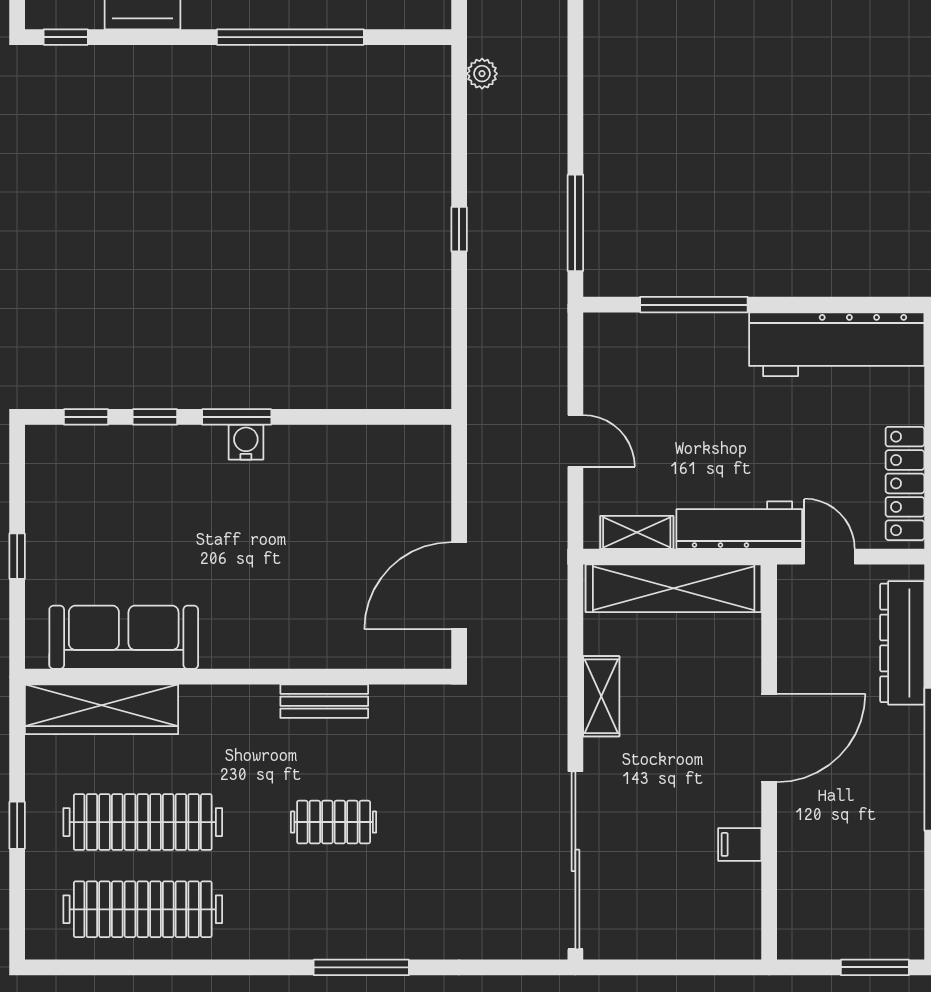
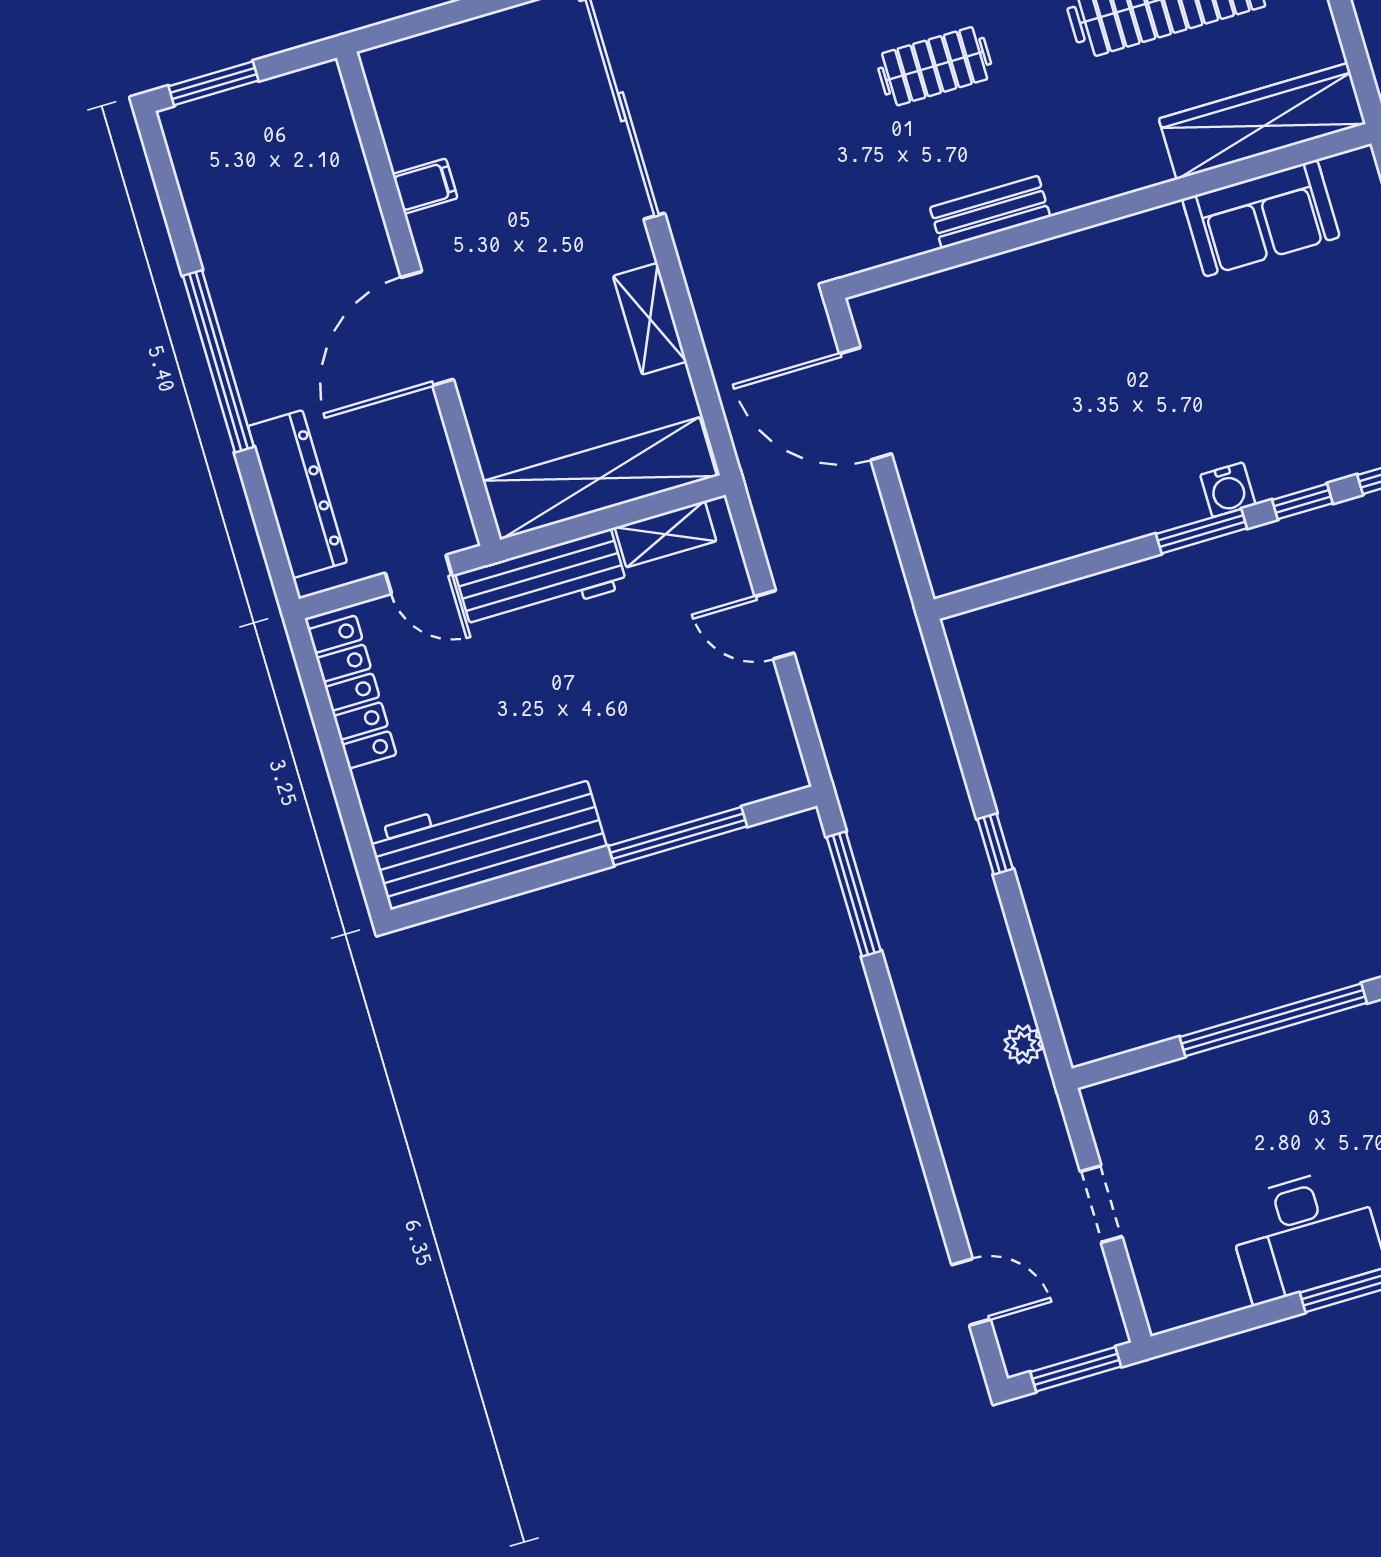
water cooler: (246, 442) -> (1228, 490), moved
door: (459, 586) -> (866, 404), swing flipped
sofa: (124, 637) -> (1261, 218), width x0.73

